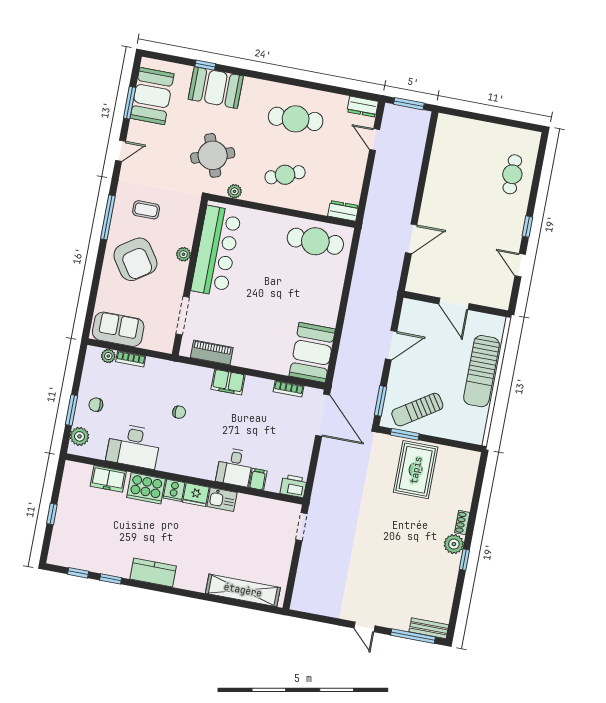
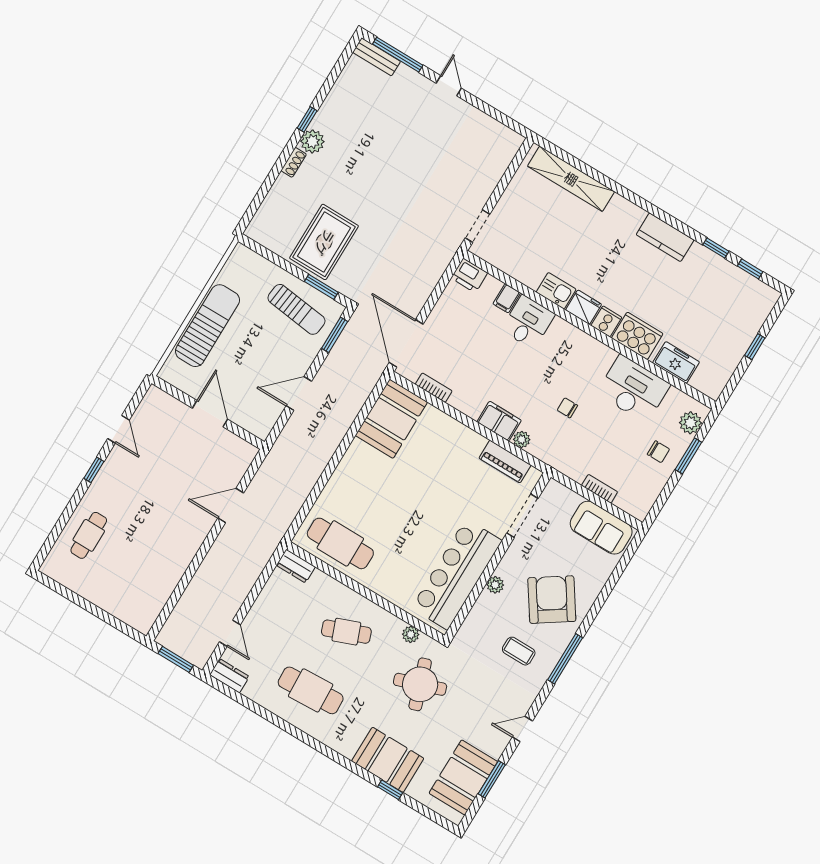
plant: (108, 356) -> (522, 439), moved
sun lounger: (417, 410) -> (296, 309), turned 40

